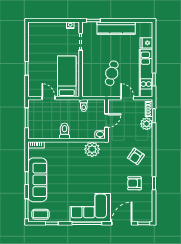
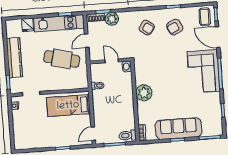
cafe table: (112, 73) -> (62, 59), width x1.37, depth x1.35
door: (48, 98) -> (93, 134), moved
toilet: (65, 131) -> (128, 136), moved
plant: (92, 149) -> (144, 93), moved
armchair: (134, 183) -> (175, 27), turned 63
coffee table: (41, 214) -> (205, 17), moved

